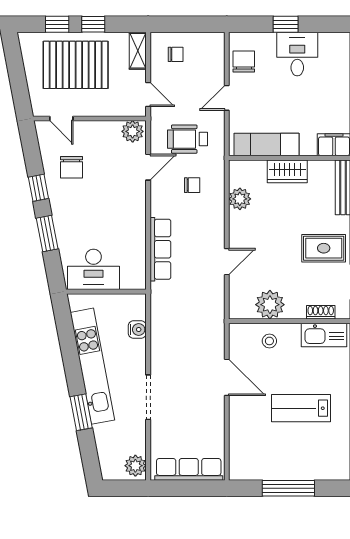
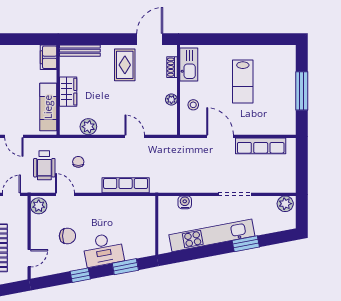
chair: (71, 167) -> (67, 236), moved
window: (47, 234) -> (125, 267), moved
desk: (93, 269) -> (103, 250), moved, turned 79
plant: (270, 305) -> (171, 100), width x0.53, depth x0.53
door: (227, 377) -> (220, 136), hinge flipped
row of seats: (189, 469) -> (261, 146), moved, turned -90

